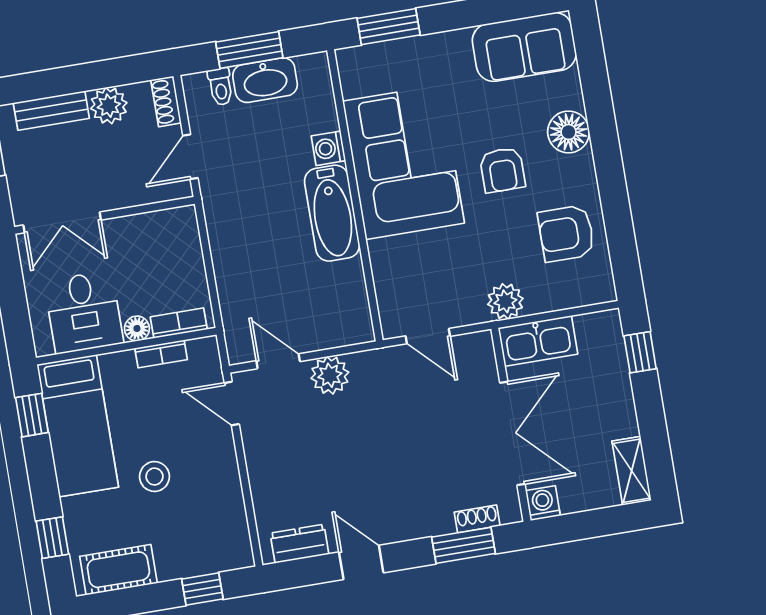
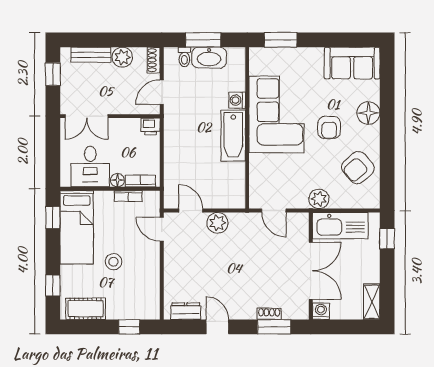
printer: (181, 222) -> (151, 126), added
armchair: (566, 233) -> (358, 168), turned -41
kitchen sink: (538, 341) -> (340, 226), width x1.36, depth x1.24
shoe rack: (477, 519) -> (269, 314), moved

